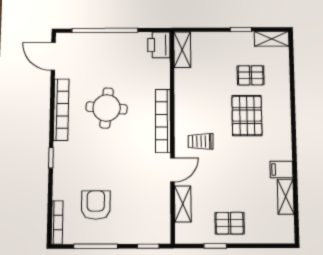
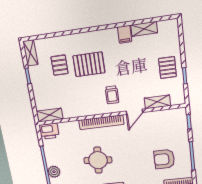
plant: (97, 41) -> (54, 172), added
door: (172, 170) -> (134, 112), swing flipped

